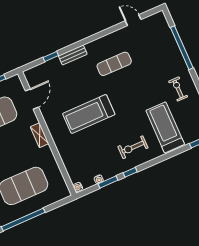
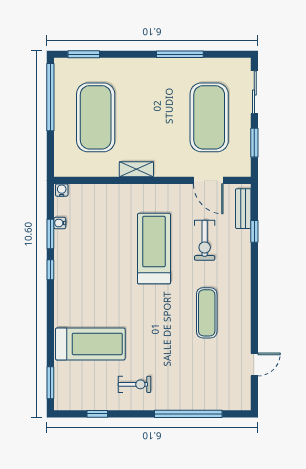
bench: (73, 55) -> (243, 209), moved
shelving: (40, 135) -> (136, 169), moved
exercise bike: (133, 147) -> (205, 240), moved, turned 180

